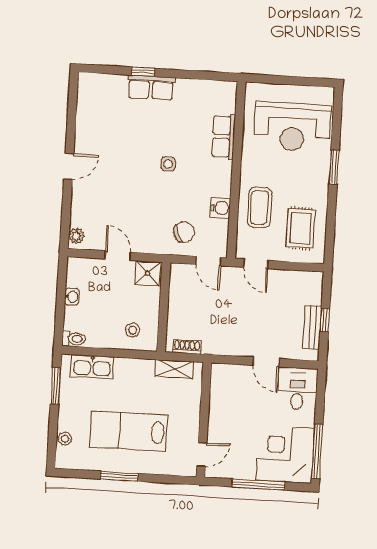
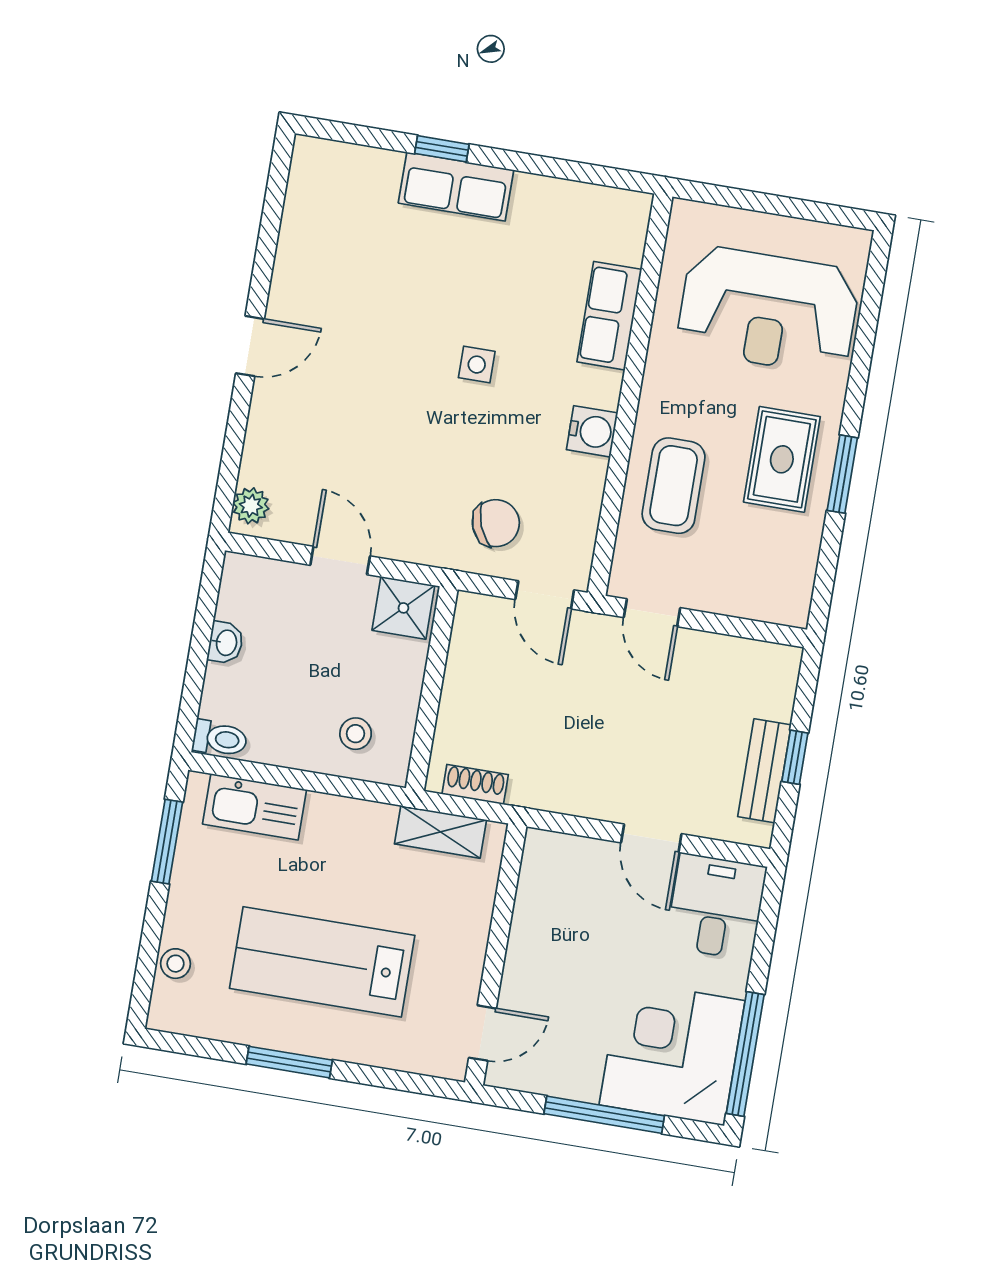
window: (334, 167) -> (842, 474), moved
water cooler: (220, 208) -> (592, 431), moved
rug: (301, 228) -> (782, 459), moved

